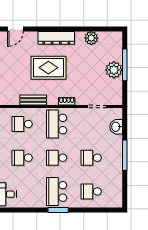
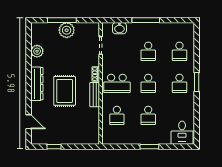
bench: (33, 100) -> (95, 95), moved
school desk: (57, 191) -> (179, 83), width x0.54

